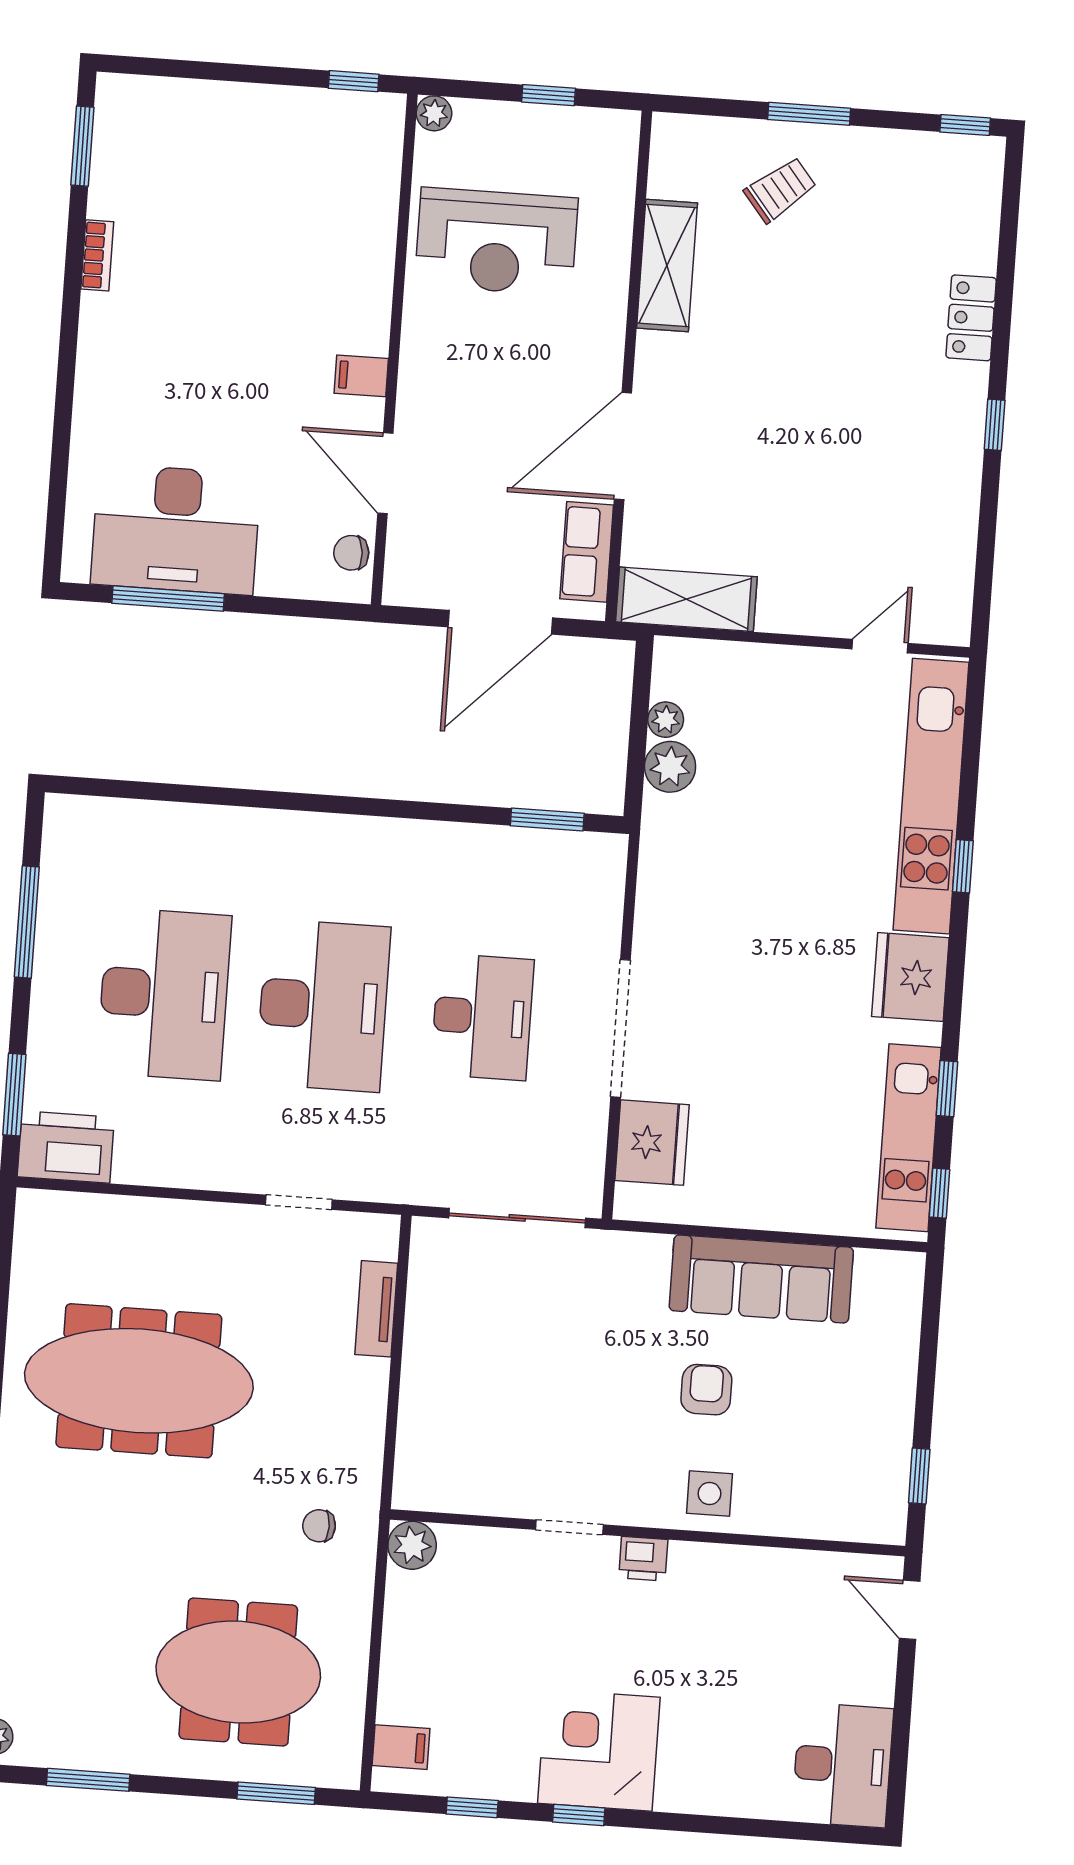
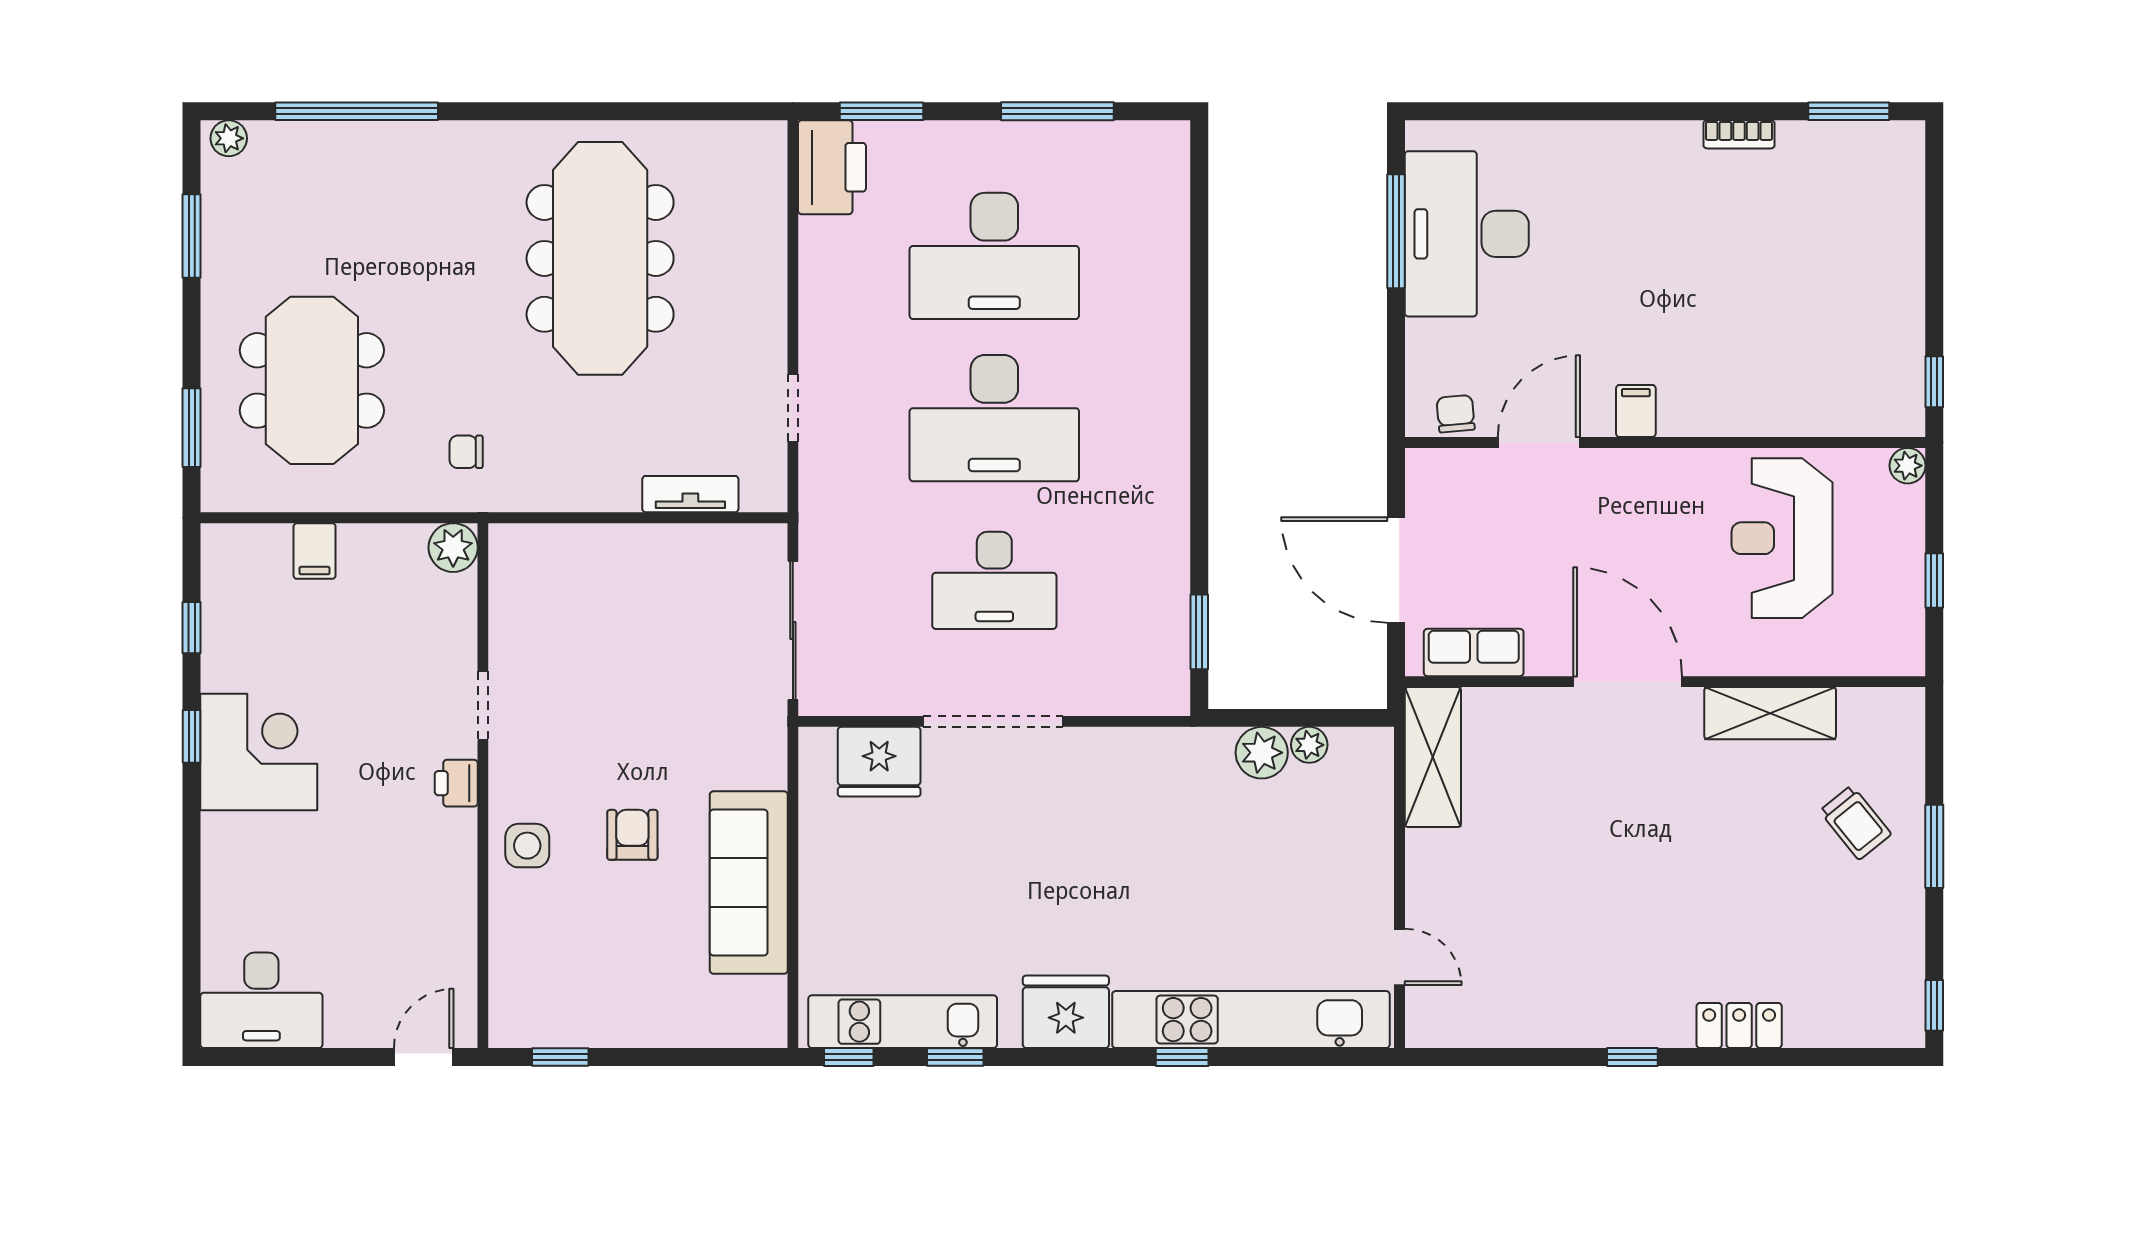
door: (623, 446) -> (1628, 682), moved
armchair: (706, 1390) -> (632, 835), turned -90
chair: (319, 1526) -> (466, 452), turned -90
filing cabinet: (401, 1747) -> (315, 551), moved

